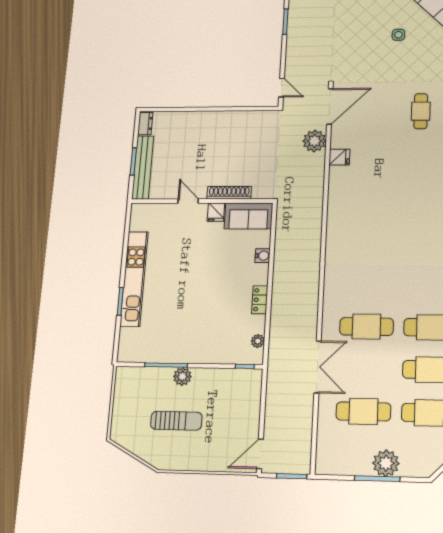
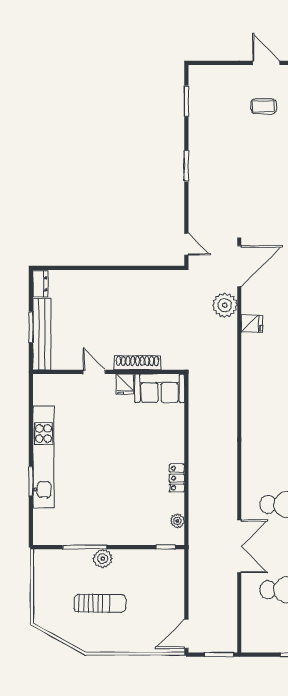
water cooler: (263, 256) -> (177, 431), removed

